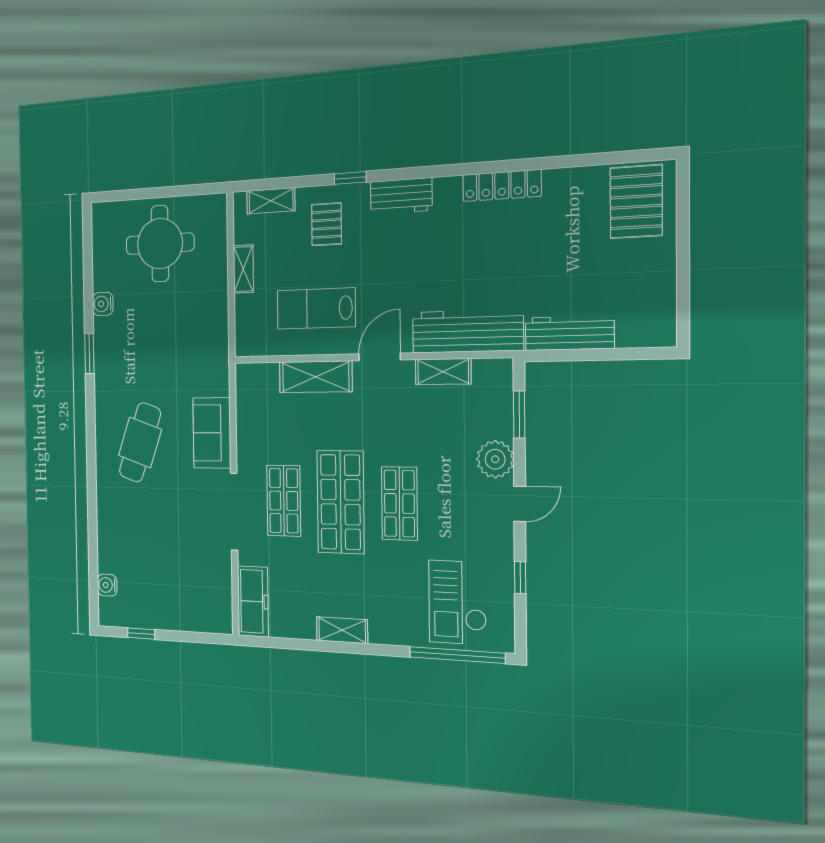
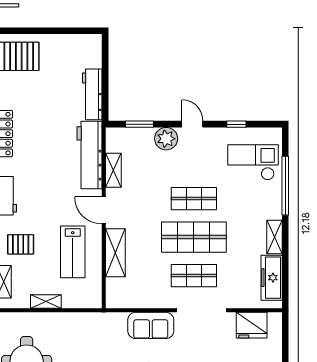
fridge: (215, 588) -> (252, 325), added
freezer: (253, 601) -> (272, 278), moved, turned -90
checkout: (457, 602) -> (253, 162), turned 180
window: (457, 655) -> (285, 186), moved

